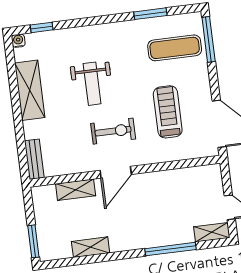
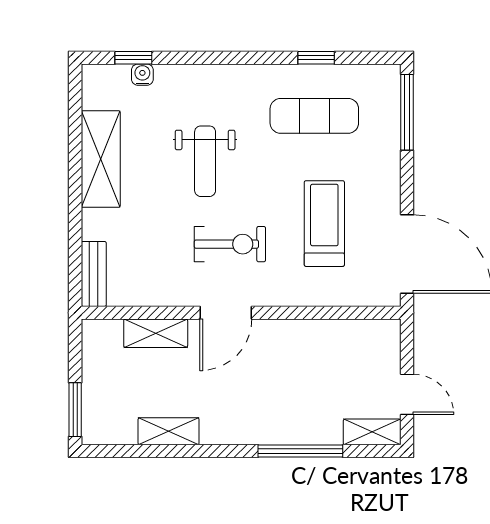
window: (150, 14) -> (316, 58), width x0.67
water cooler: (18, 41) -> (142, 75), moved
exercise mat: (175, 48) -> (314, 116), moved

